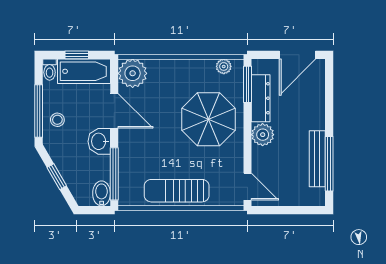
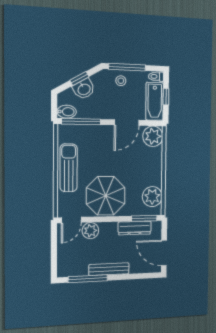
plant: (224, 66) -> (152, 197), width x1.88, depth x1.88
parasol: (209, 119) -> (106, 196), moved
plant: (263, 135) -> (90, 231), moved
washbasin: (99, 141) -> (84, 89), moved, turned 150
bench: (317, 159) -> (109, 269), moved

